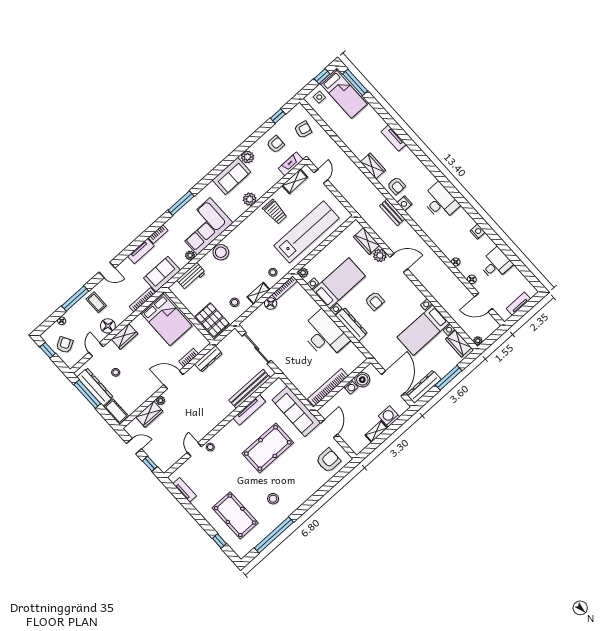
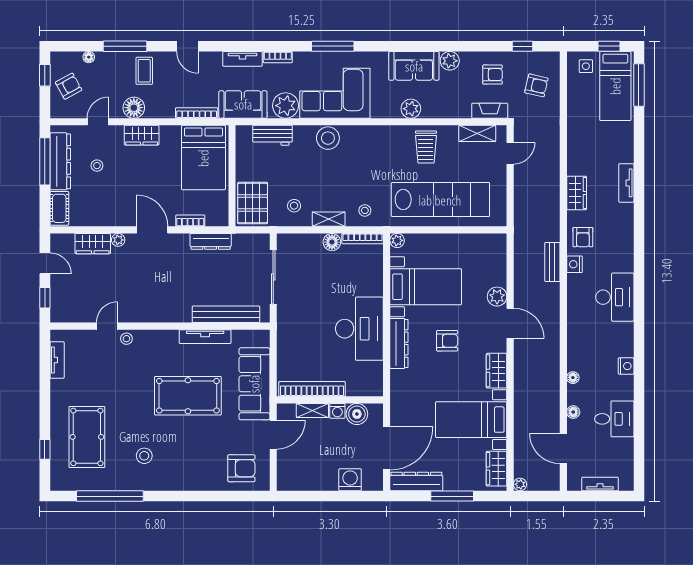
wardrobe: (367, 241) -> (497, 371), moved
plant: (190, 255) -> (286, 106), width x1.87, depth x1.87
armchair: (375, 301) -> (447, 341), turned -90
shelving: (376, 431) -> (312, 411), moved

